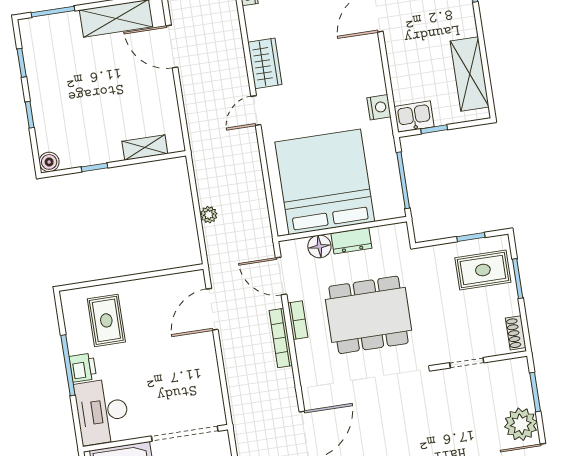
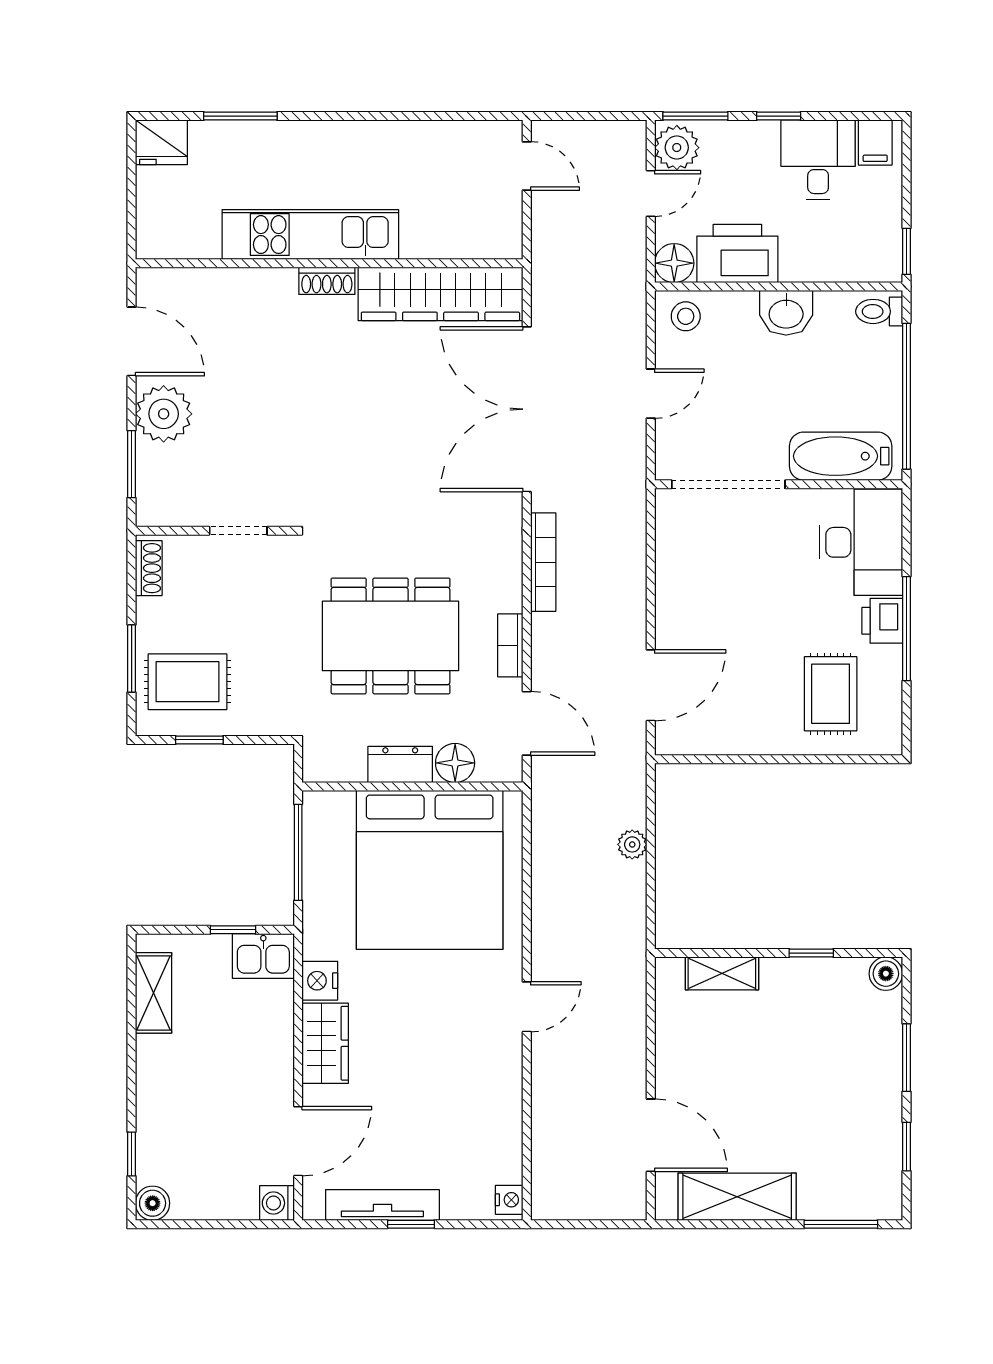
wardrobe: (265, 63) -> (325, 1043), moved, turned 180
shelving: (470, 74) -> (153, 993), width x0.67, depth x0.75
window: (30, 115) -> (906, 1058), width x1.50
bookcase: (281, 338) -> (543, 562), moved

